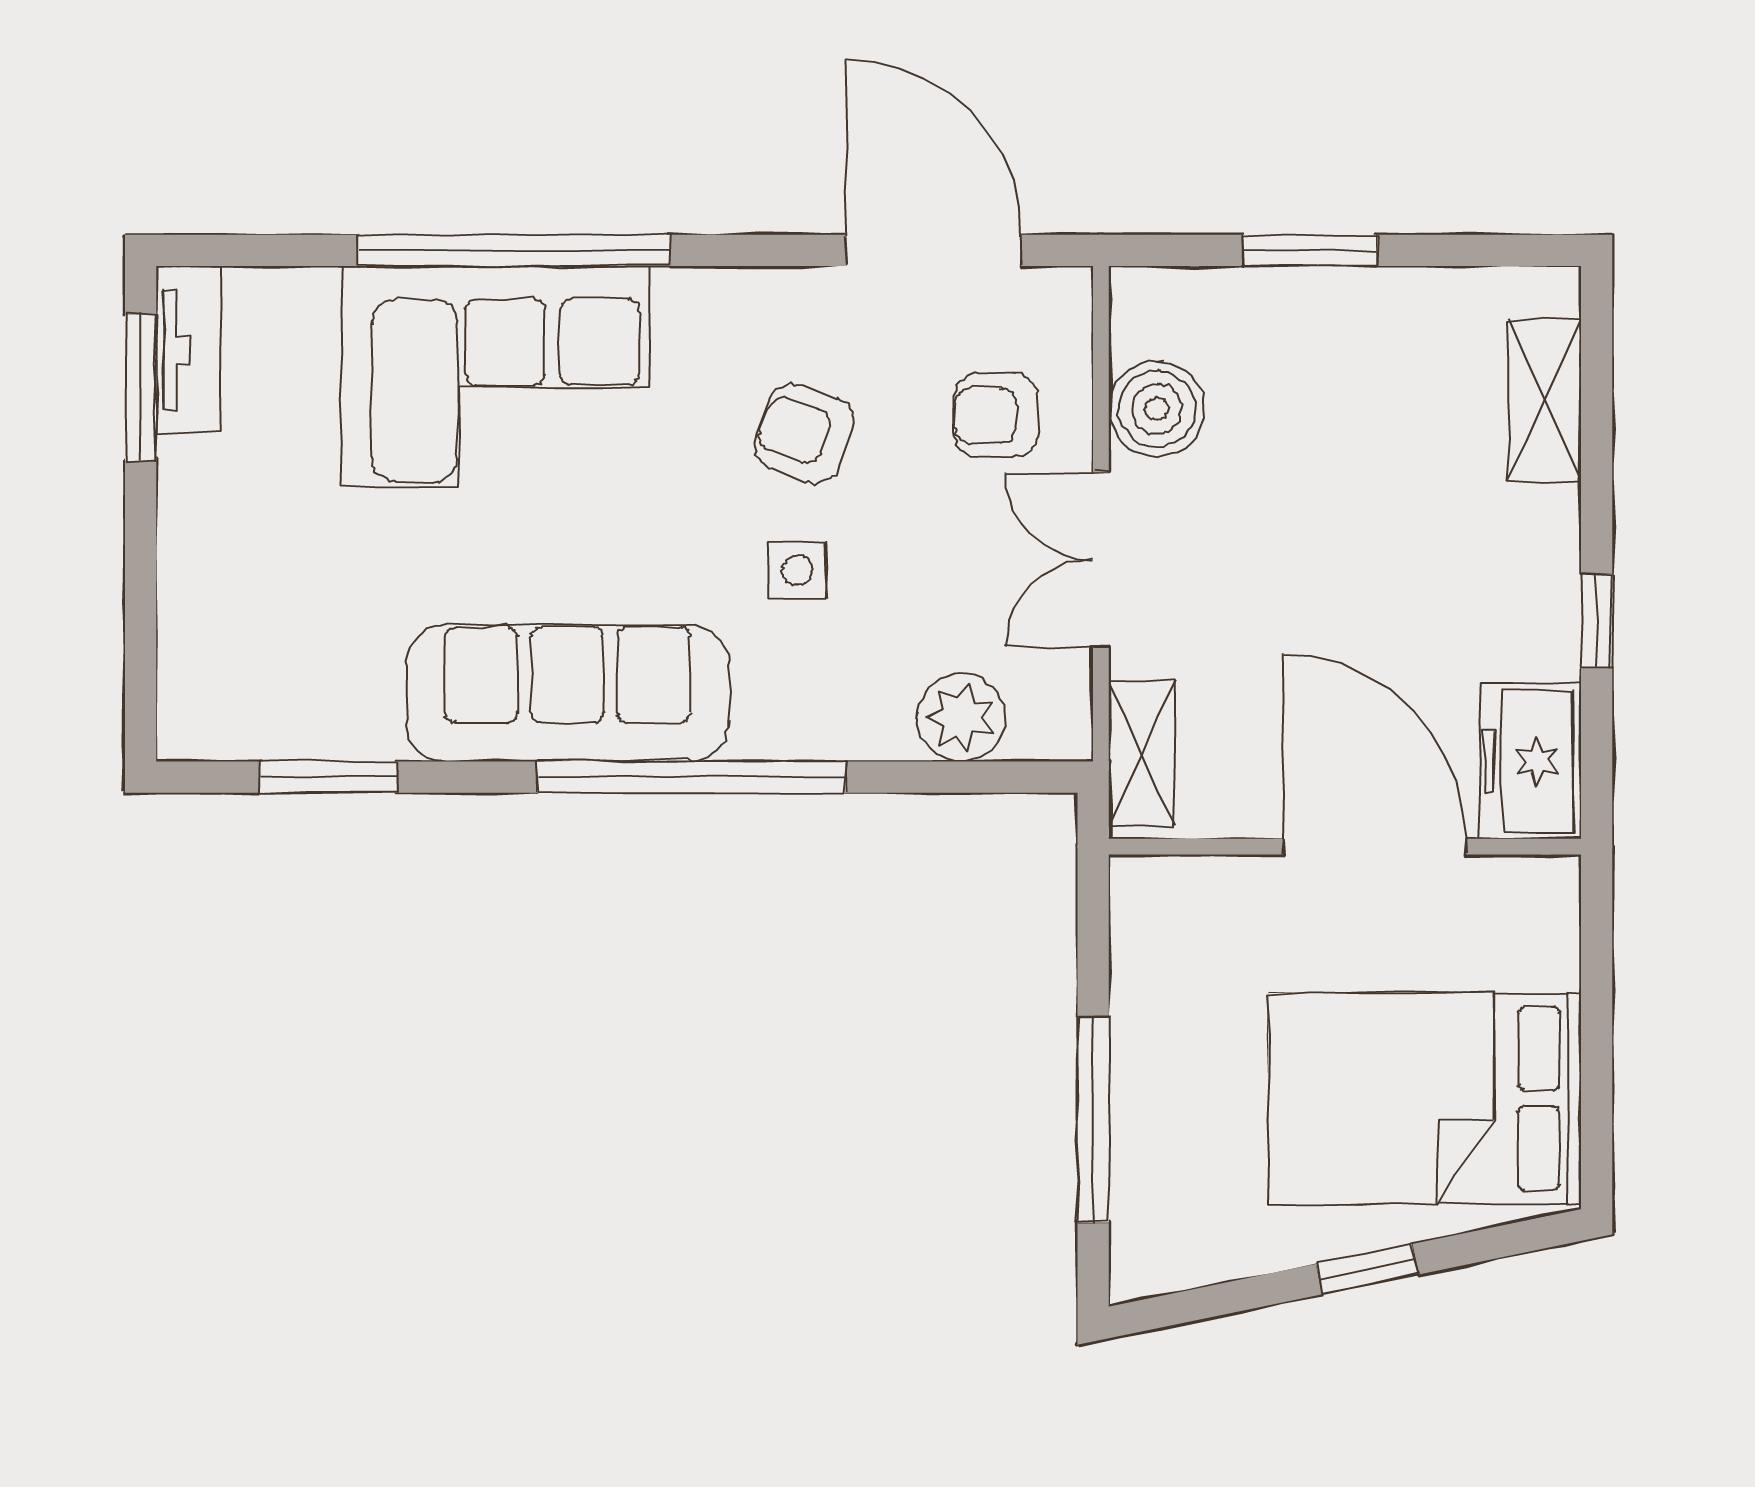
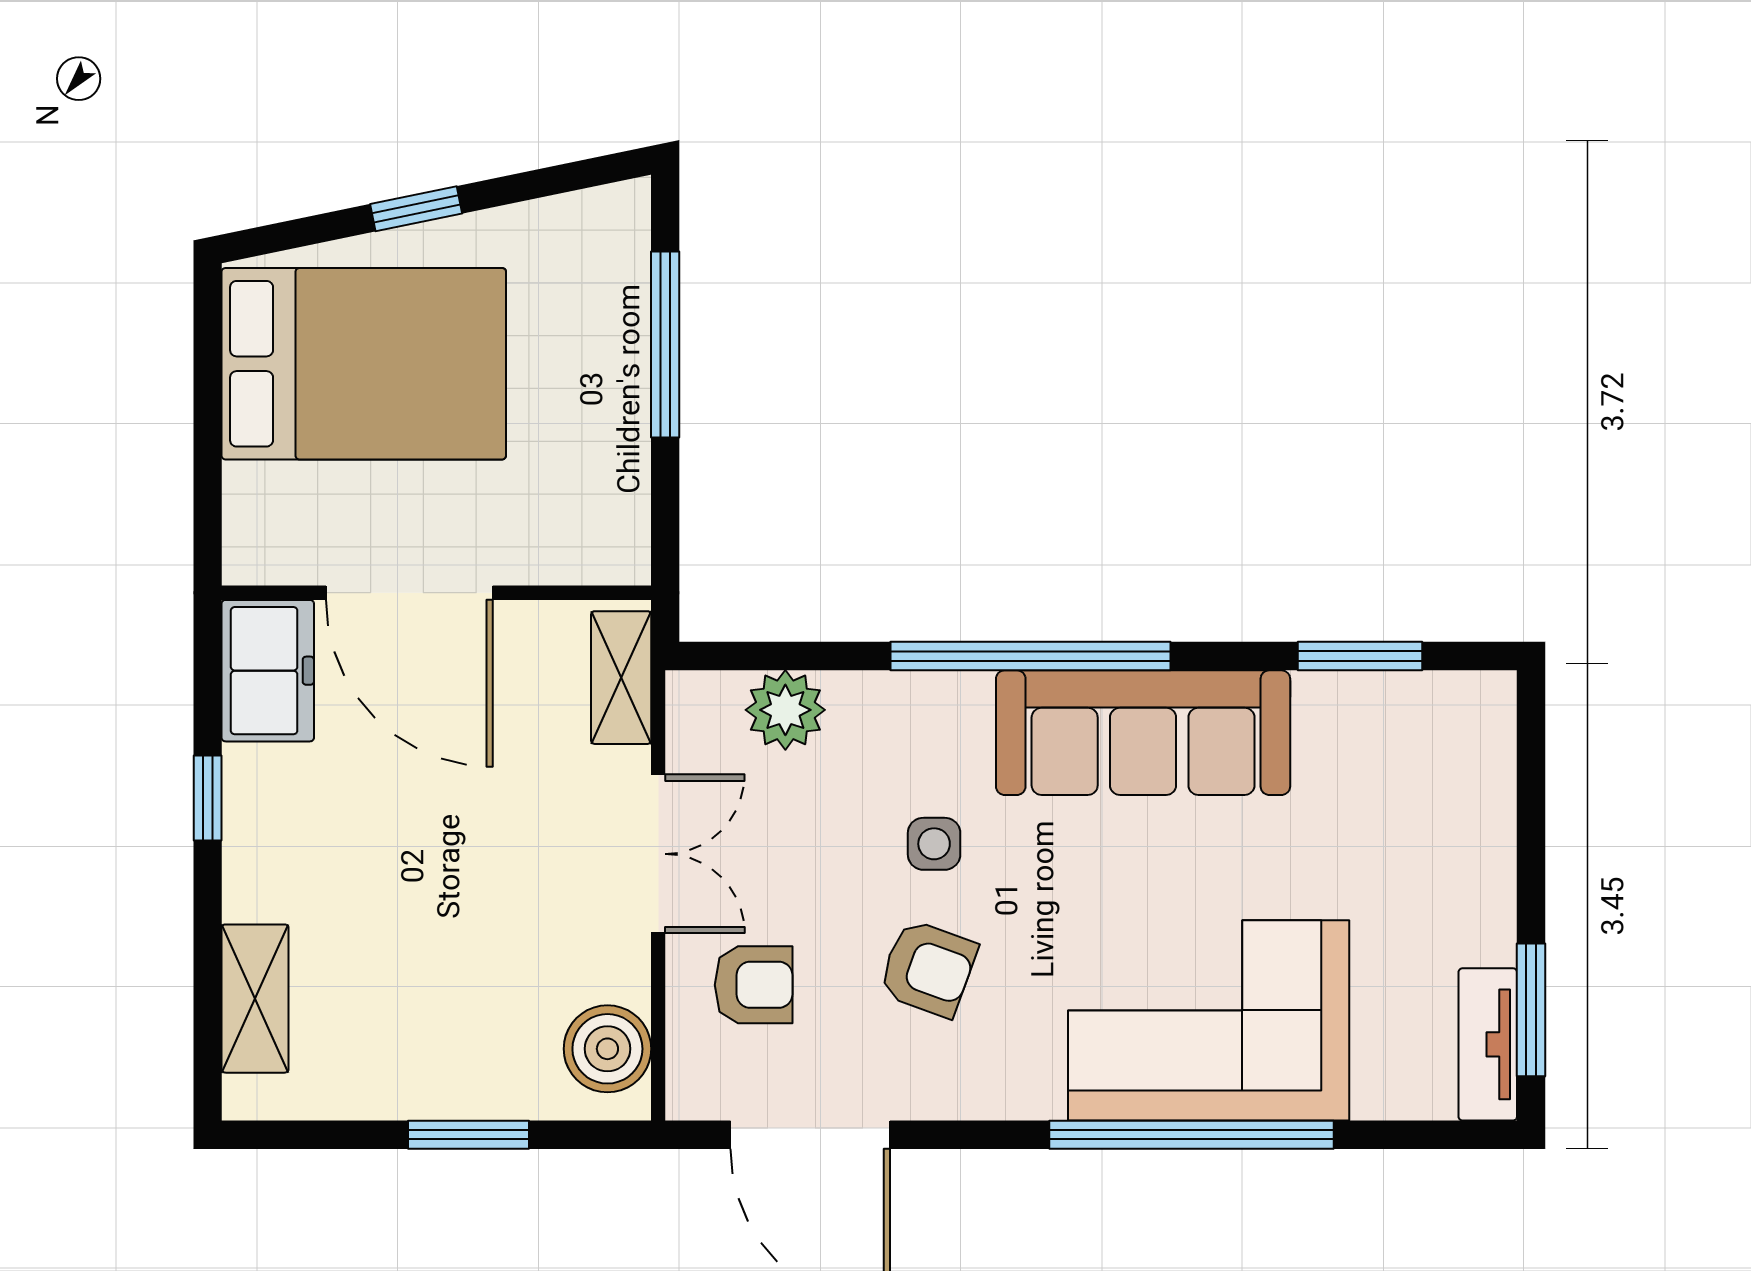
boiler: (1157, 409) -> (607, 1049), moved

